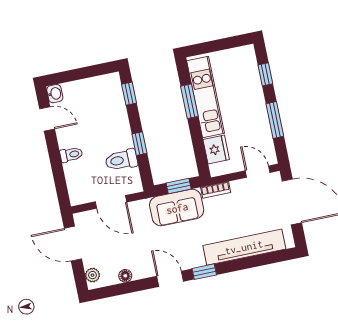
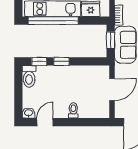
window: (189, 101) -> (53, 21), width x2.11
window: (139, 144) -> (61, 61), moved
toilet: (121, 160) -> (29, 76), moved

